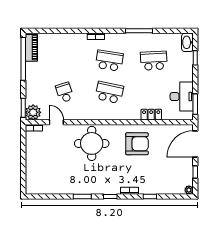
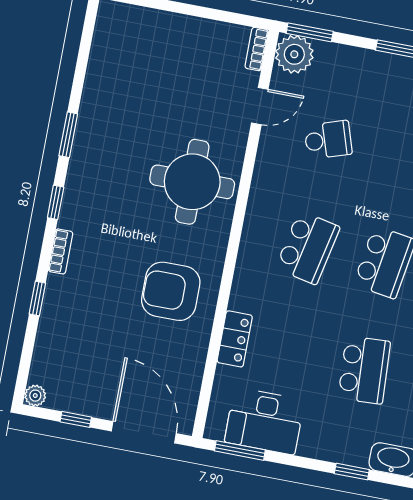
armchair: (137, 144) -> (171, 291), turned 90

